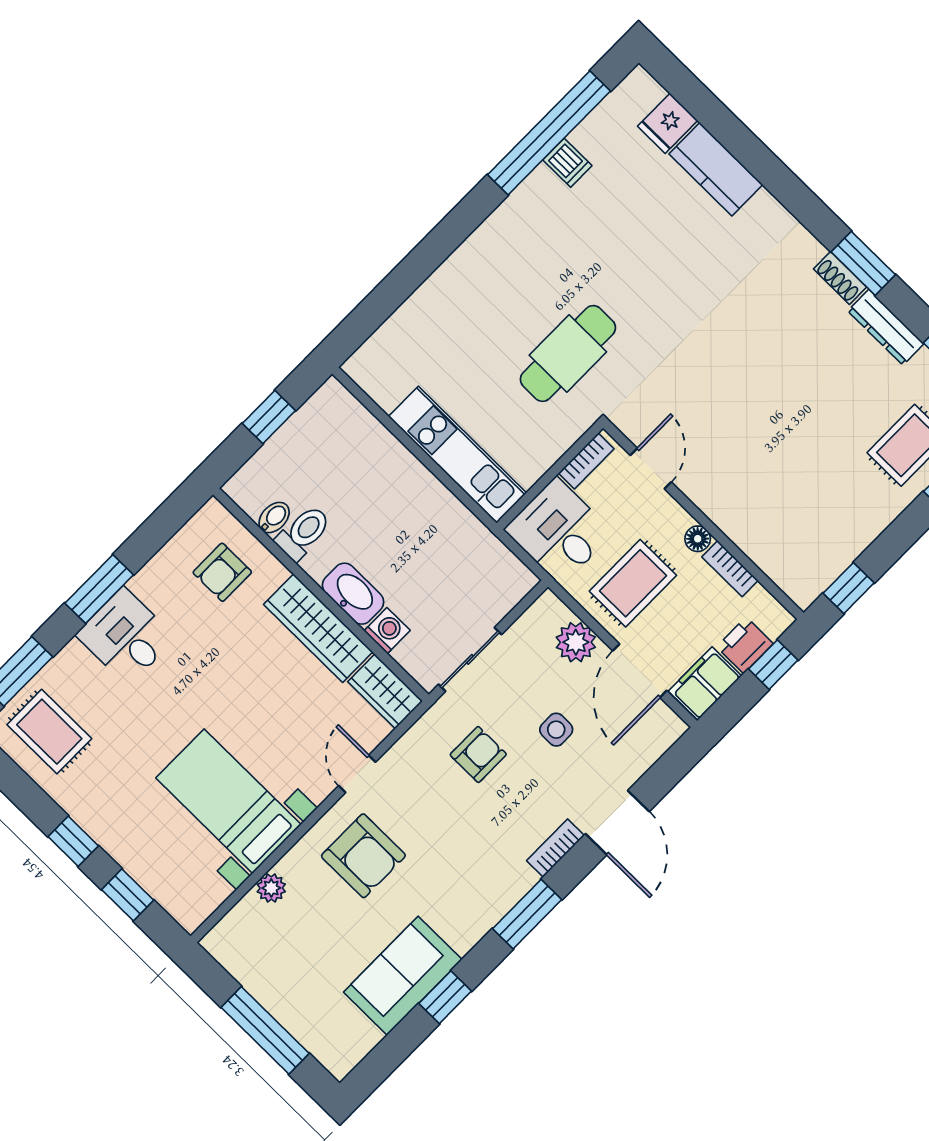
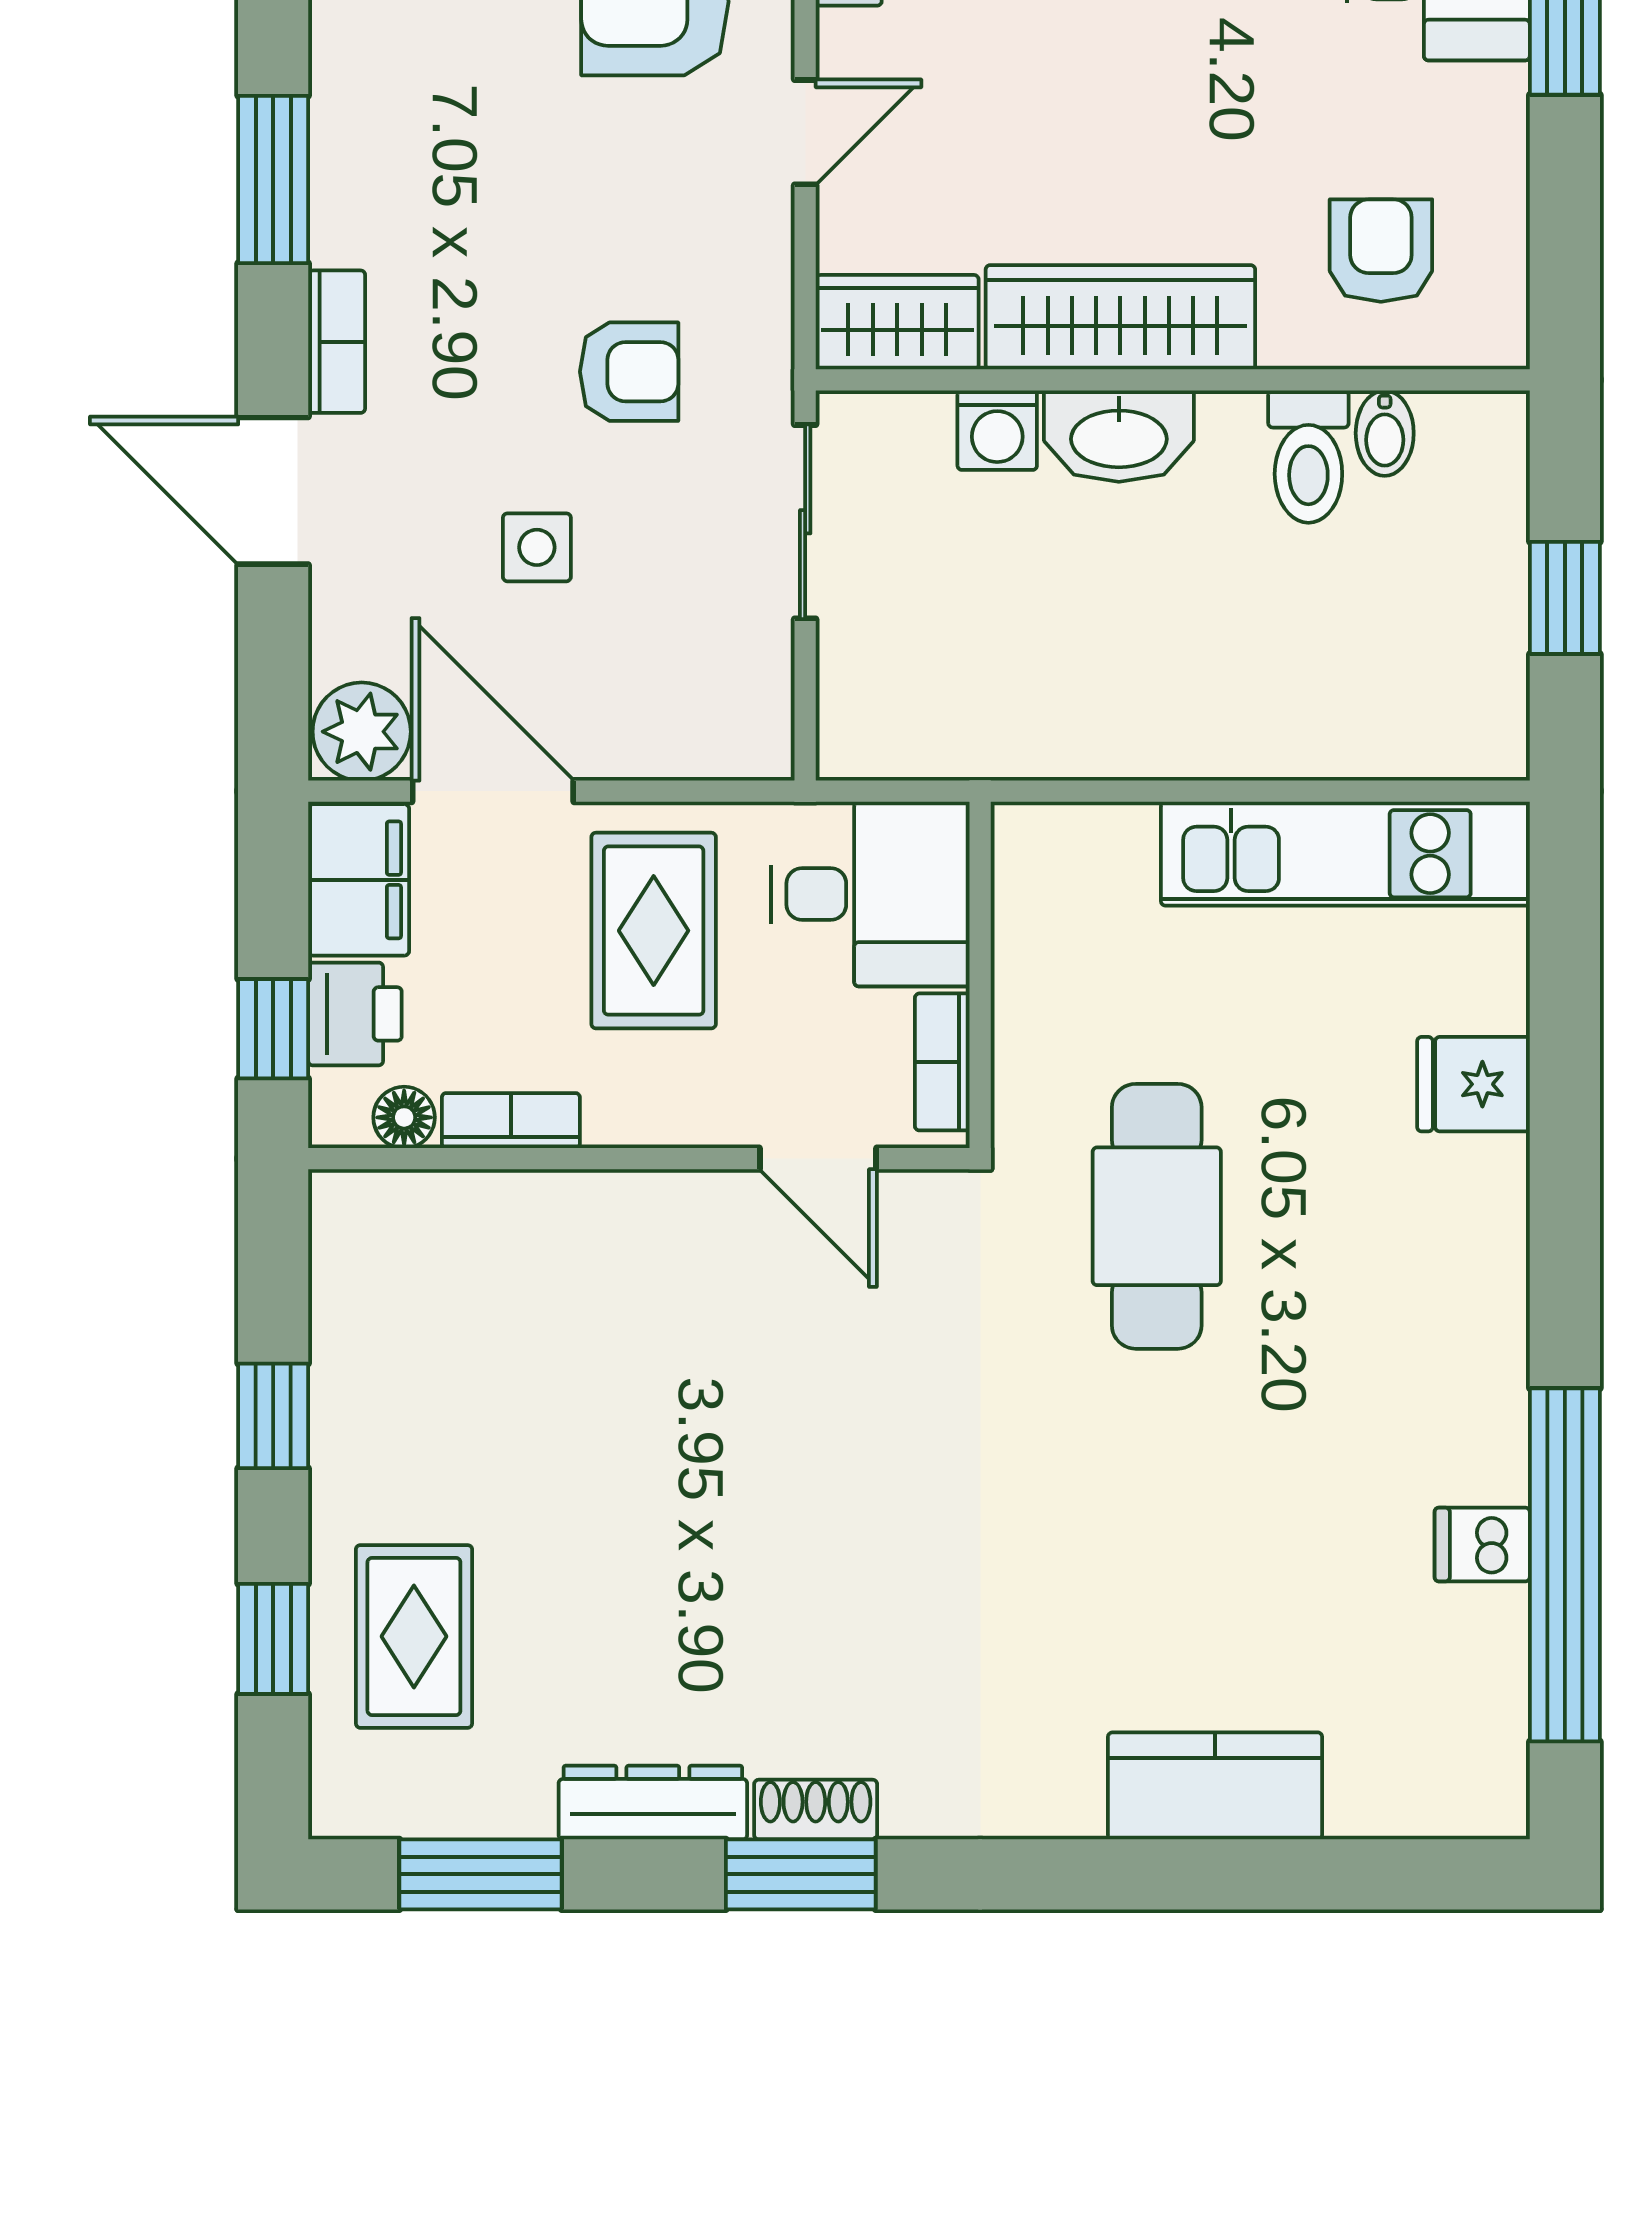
fridge: (668, 123) -> (1473, 1084), moved, turned -90
kitchen unit: (457, 455) -> (1345, 854), moved
floor lamp: (698, 539) -> (404, 1117), moved
window: (849, 588) -> (273, 1416), moved
plant: (576, 642) -> (362, 732), moved
armchair: (478, 754) -> (629, 372), turned -90
door: (357, 774) -> (805, 132), hinge flipped

